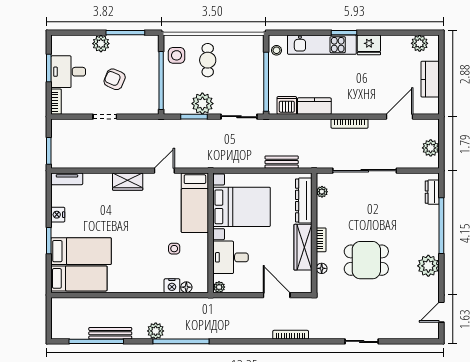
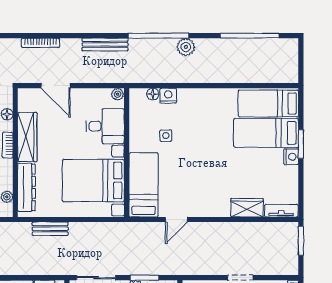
wardrobe: (128, 182) -> (247, 208), moved
nightstand: (58, 215) -> (291, 157), moved
bench: (110, 333) -> (105, 44), moved

